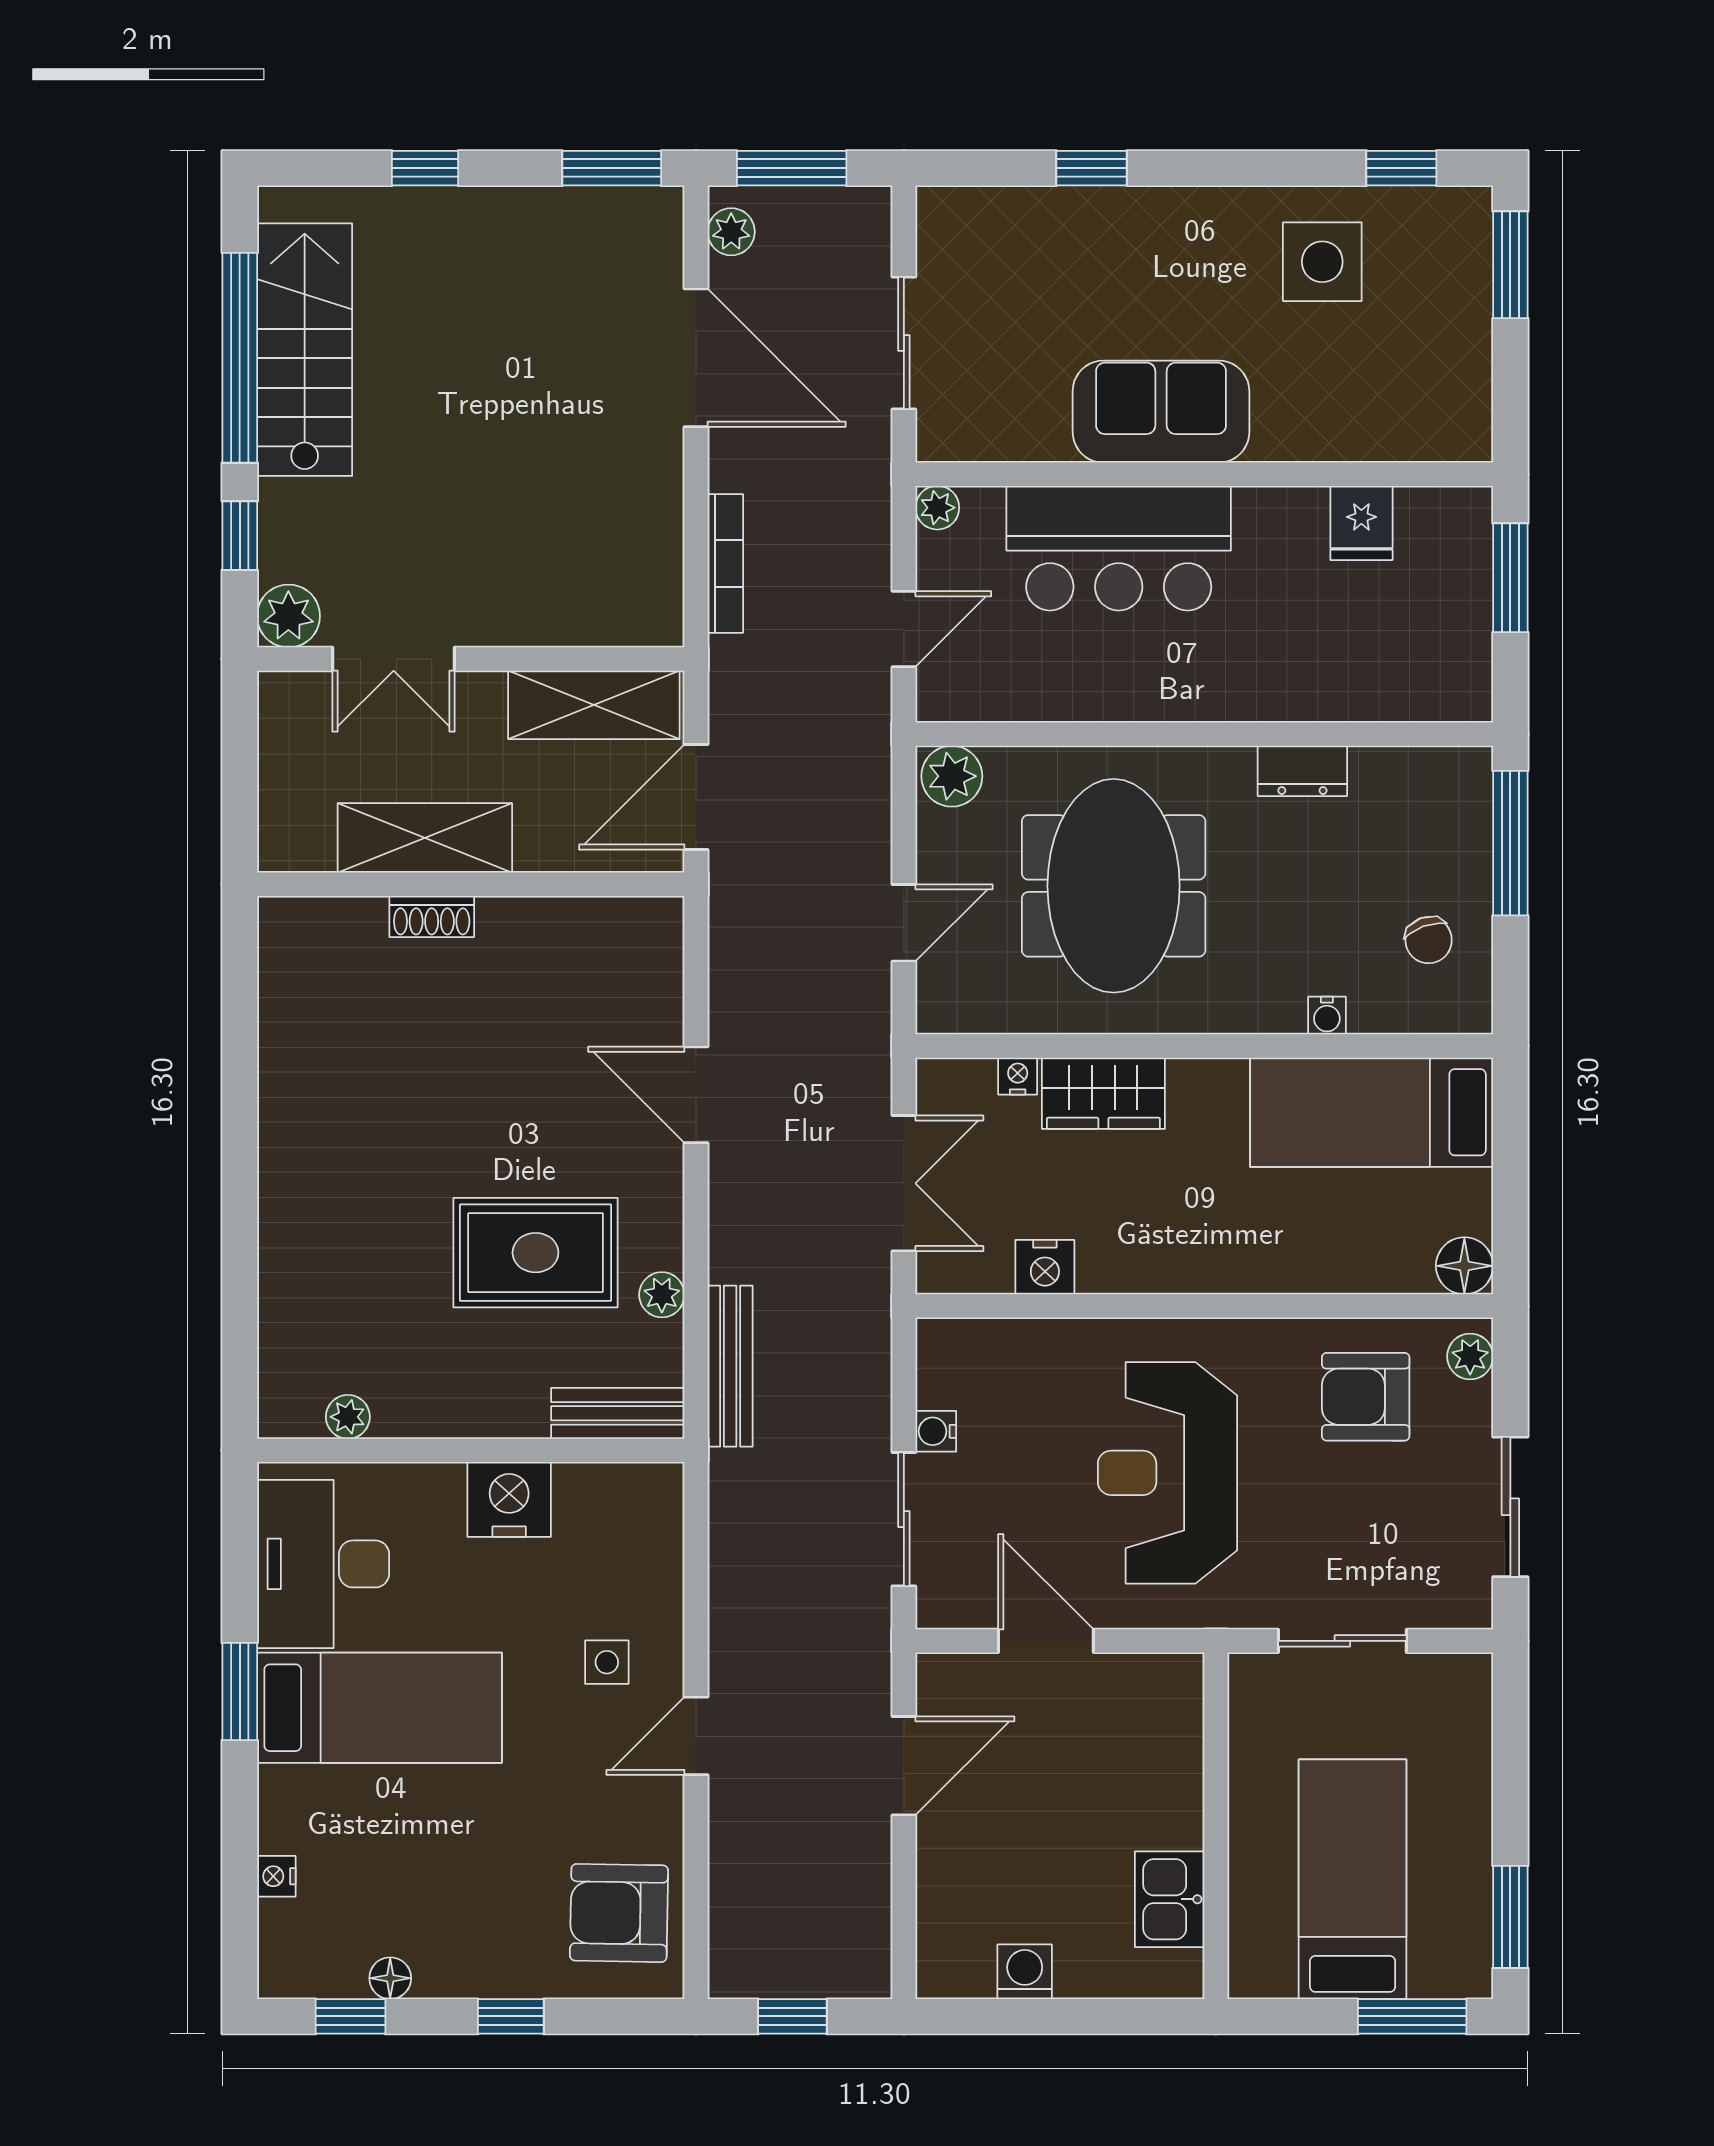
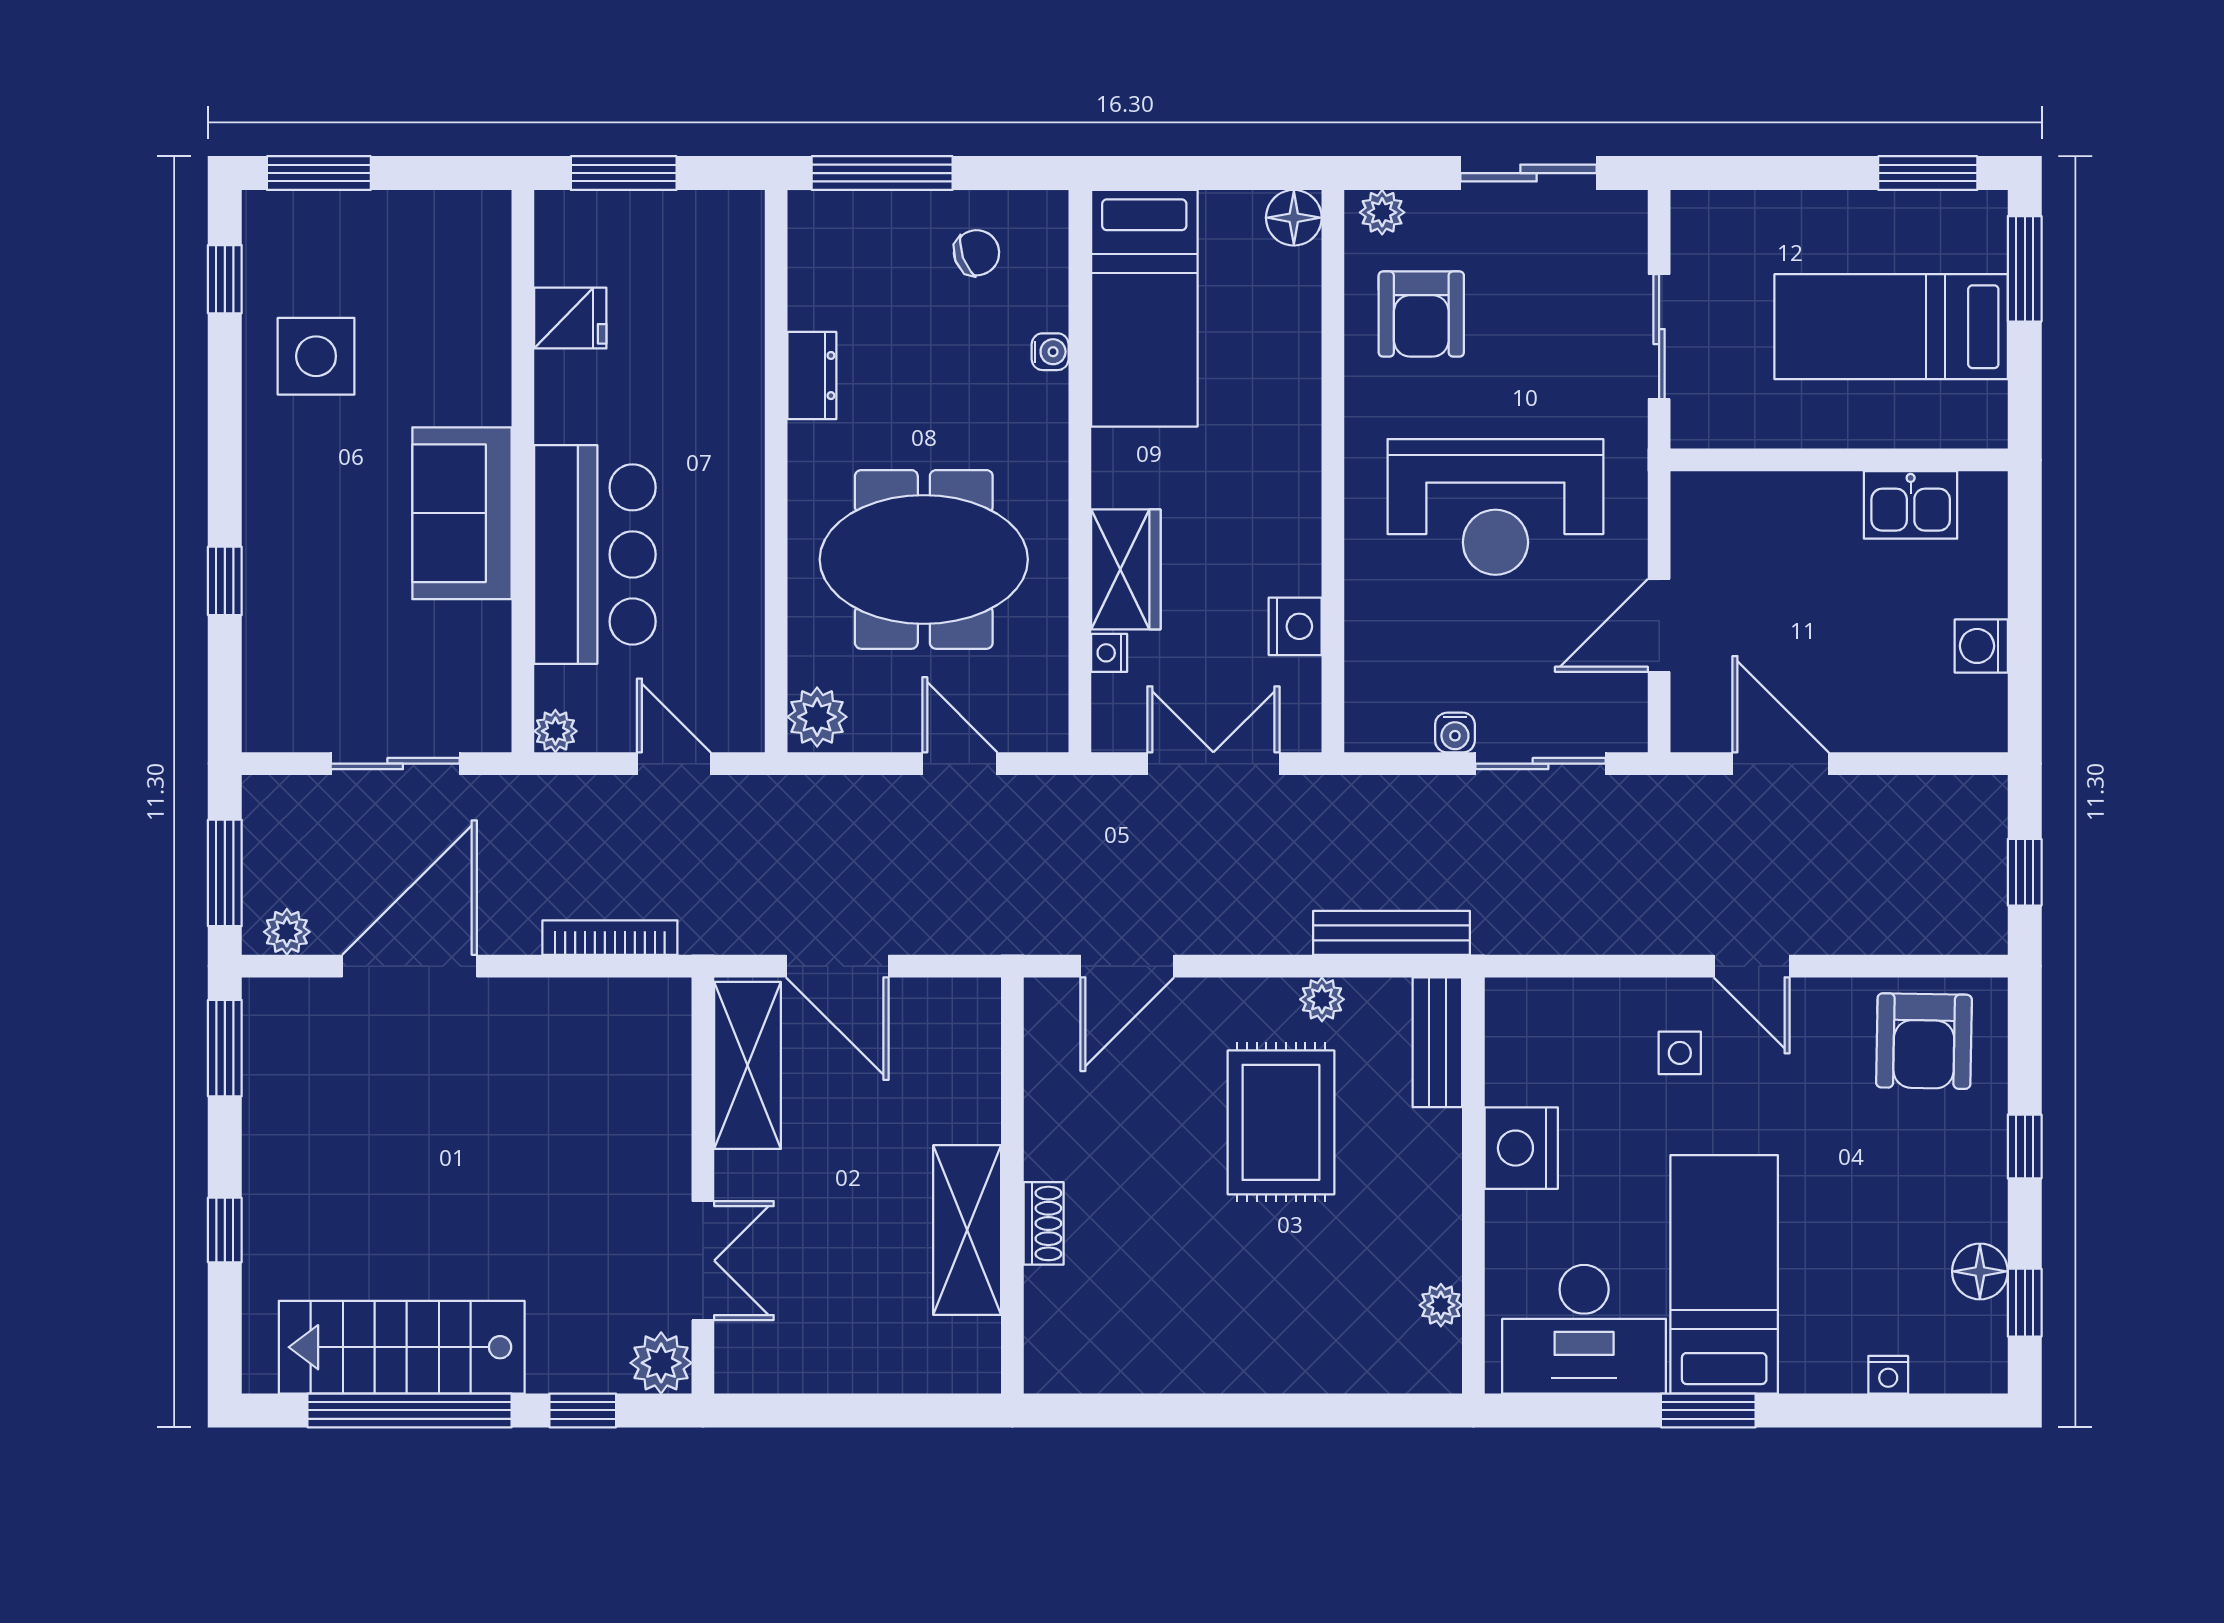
shelving: (425, 838) -> (967, 1230), moved
wall: (471, 884) -> (1012, 1185), moved
shoe rack: (432, 916) -> (1044, 1223), moved
floor lamp: (390, 1978) -> (1980, 1271), width x1.37, depth x1.37

